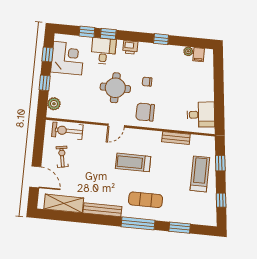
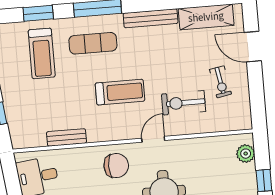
exercise bike: (67, 131) -> (184, 103), moved, turned 180
treadmill: (200, 174) -> (42, 53), moved

